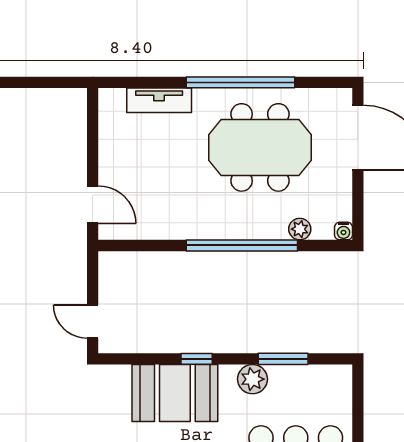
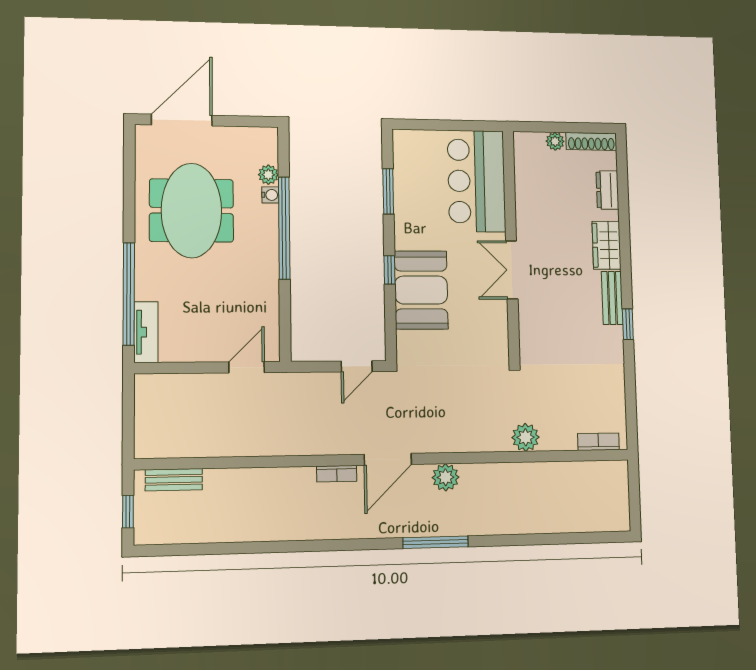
window: (241, 82) -> (129, 294), moved
tv unit: (159, 100) -> (146, 332), moved
water cooler: (343, 231) -> (270, 195), moved
plant: (252, 379) -> (407, 219), removed

